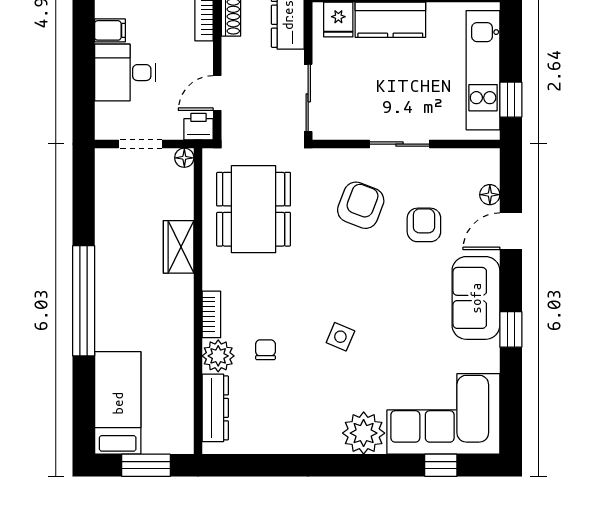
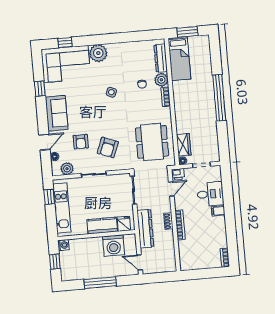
plant: (463, 163) -> (67, 169), added
wardrobe: (179, 247) -> (184, 145), moved
window: (511, 329) -> (40, 89), moved
bed: (118, 403) -> (179, 59), moved

